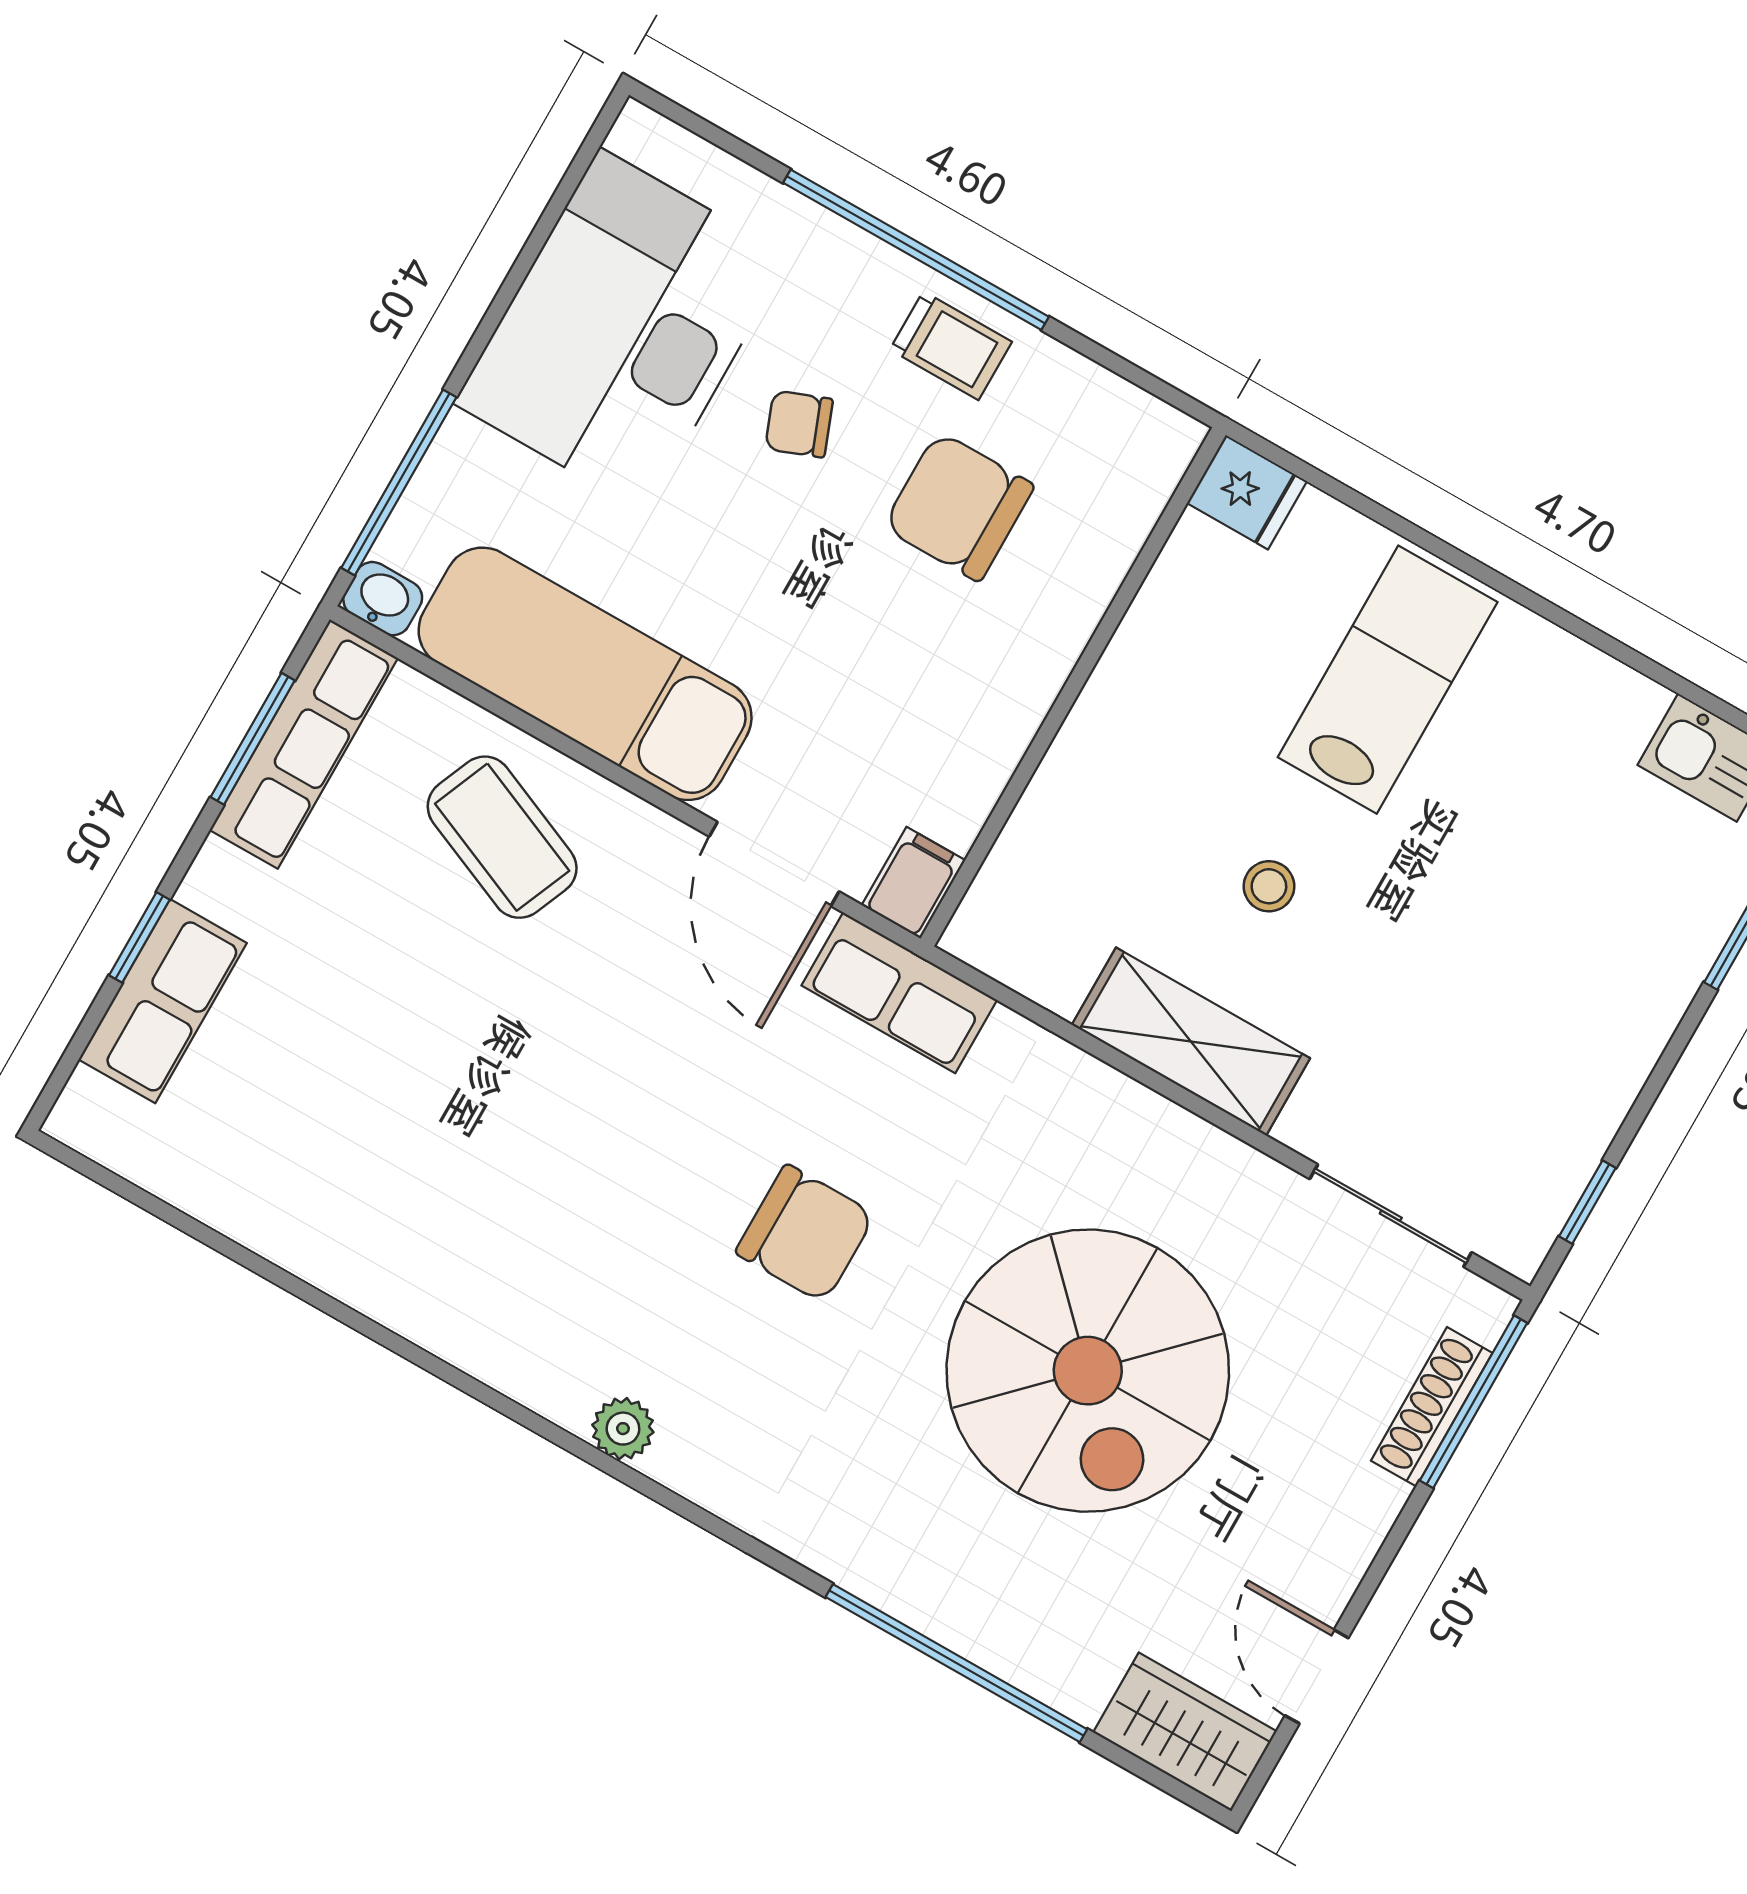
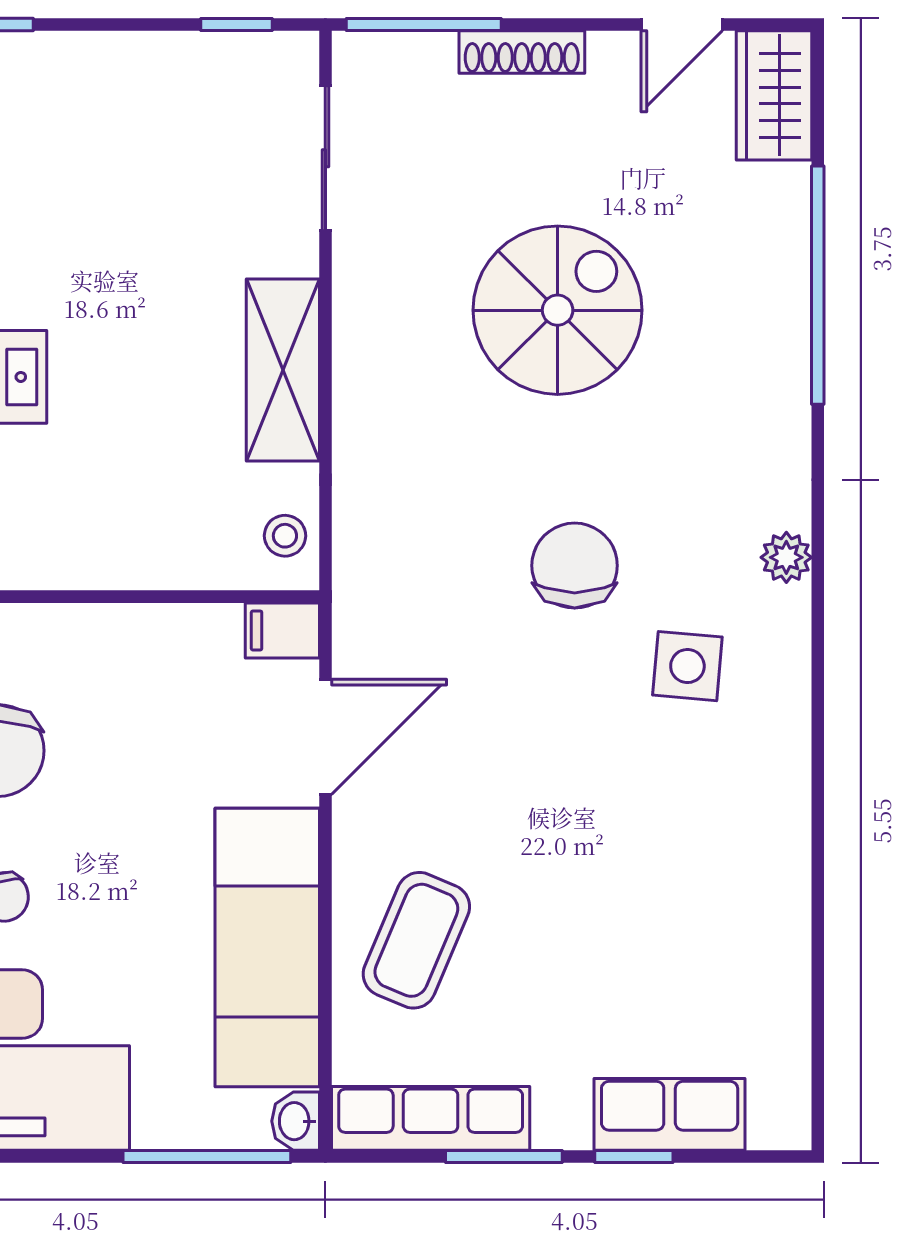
window: (253, 739) -> (504, 1157), moved
stool: (1269, 886) -> (285, 536), moved
row of seats: (899, 993) -> (366, 596), removed
side table: (630, 1293) -> (687, 666), added
spiral stairs: (1088, 1371) -> (558, 310), width x0.73, depth x0.73
shoe rack: (1432, 1407) -> (522, 52), moved
plant: (623, 1429) -> (786, 557), moved

